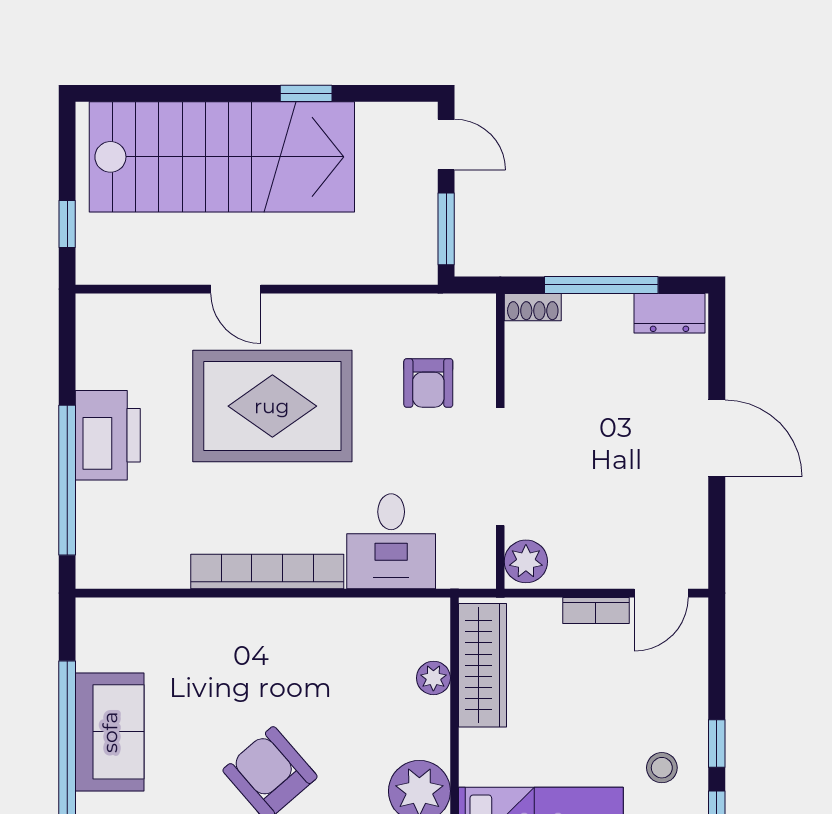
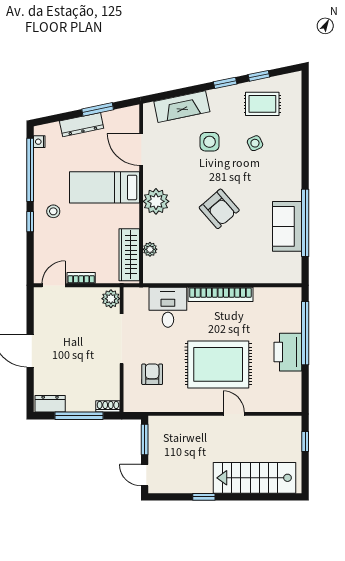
stairs: (222, 157) -> (255, 478), width x0.73, depth x0.66

